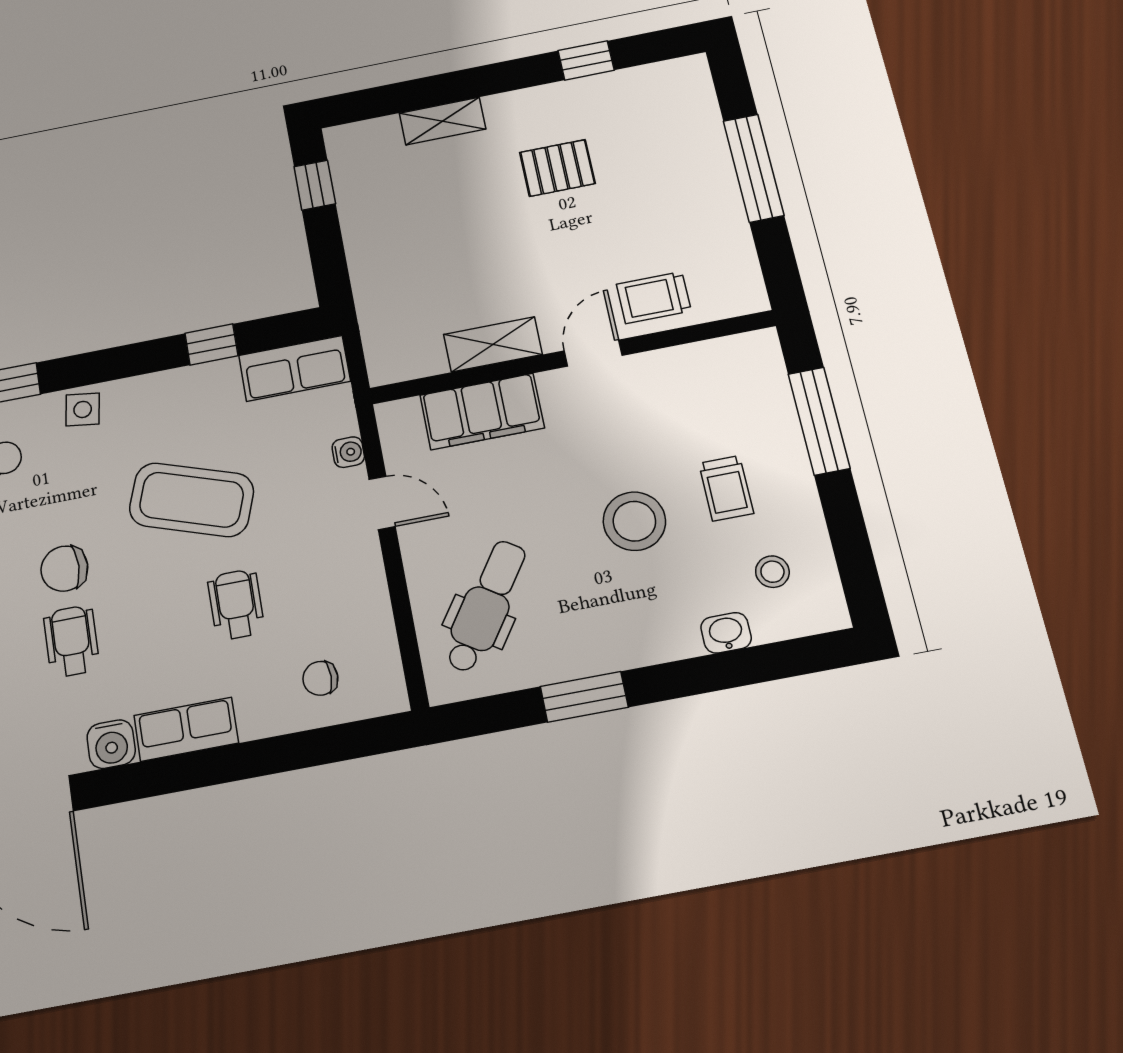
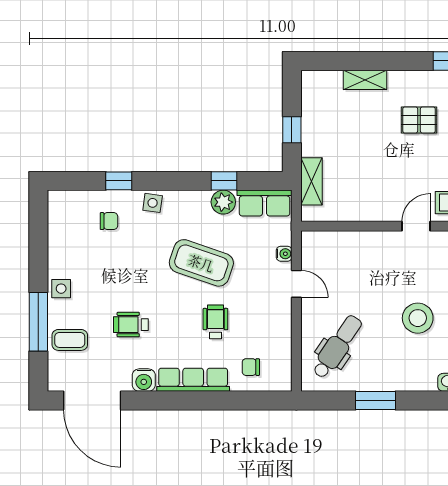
window: (315, 185) -> (292, 130), moved
shelving: (493, 344) -> (312, 181), moved, turned 90
plant: (216, 382) -> (223, 202), added
filing cabinet: (482, 412) -> (355, 246), removed
chair: (64, 569) -> (132, 286), removed
wheelchair: (72, 641) -> (131, 325), turned -90
row of seats: (186, 729) -> (193, 380), width x1.48

